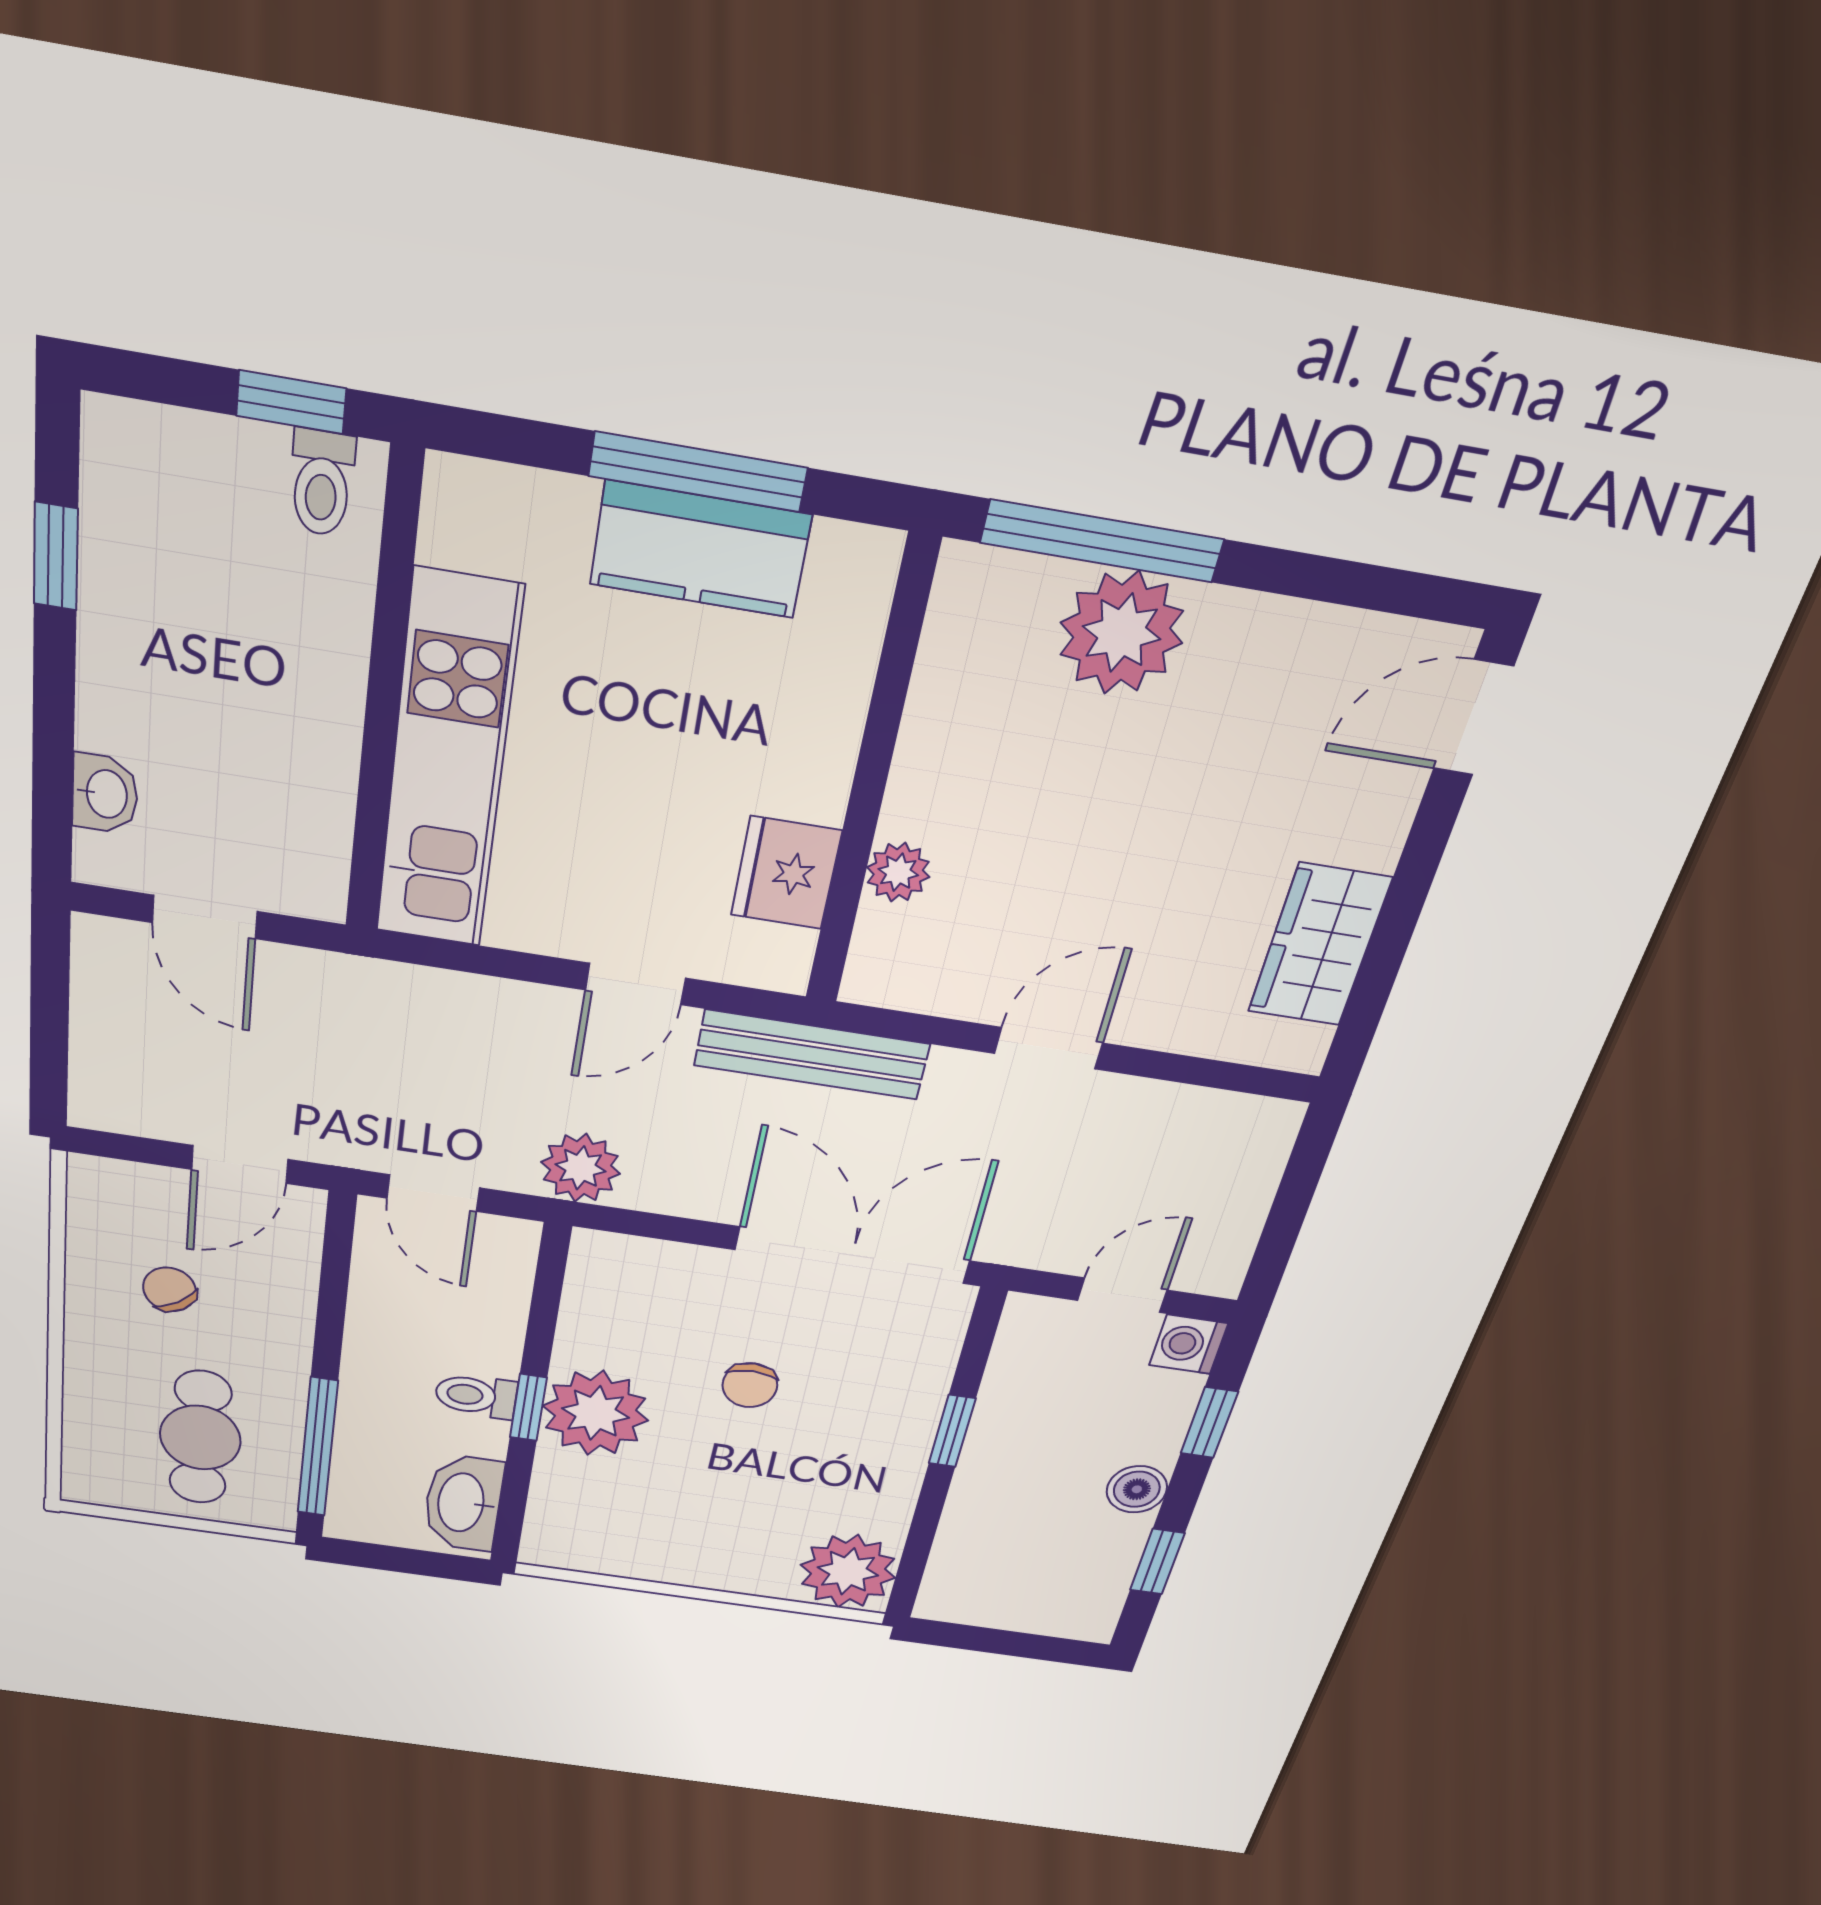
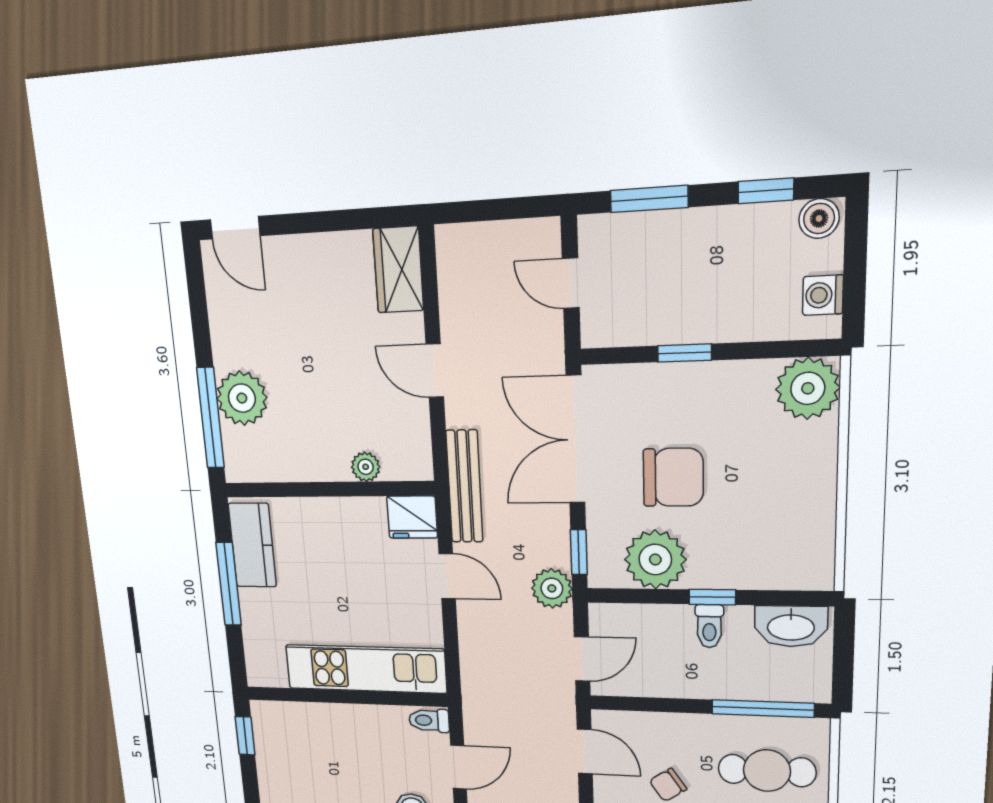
toilet: (322, 483) -> (429, 720), moved, turned 180
kitchen counter: (700, 550) -> (252, 545), moved
fridge: (786, 873) -> (412, 517), moved
wardrobe: (1319, 945) -> (398, 270), moved, turned 90
window: (644, 1224) -> (579, 552), added
washing machine: (1189, 1344) -> (823, 295), moved, turned 90
chair: (750, 1385) -> (673, 477), width x1.87, depth x1.87
plant: (595, 1413) -> (655, 560), moved
window: (1209, 1423) -> (649, 199), width x1.50
boiler: (1137, 1489) -> (819, 218), moved

